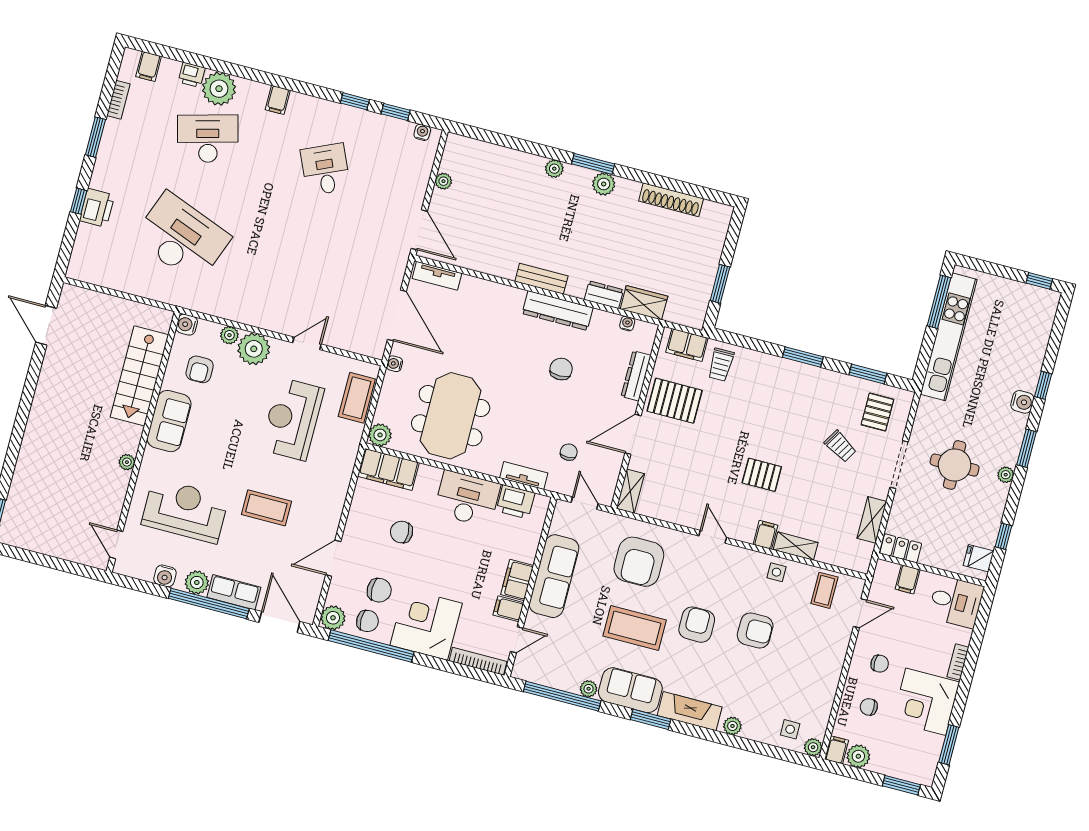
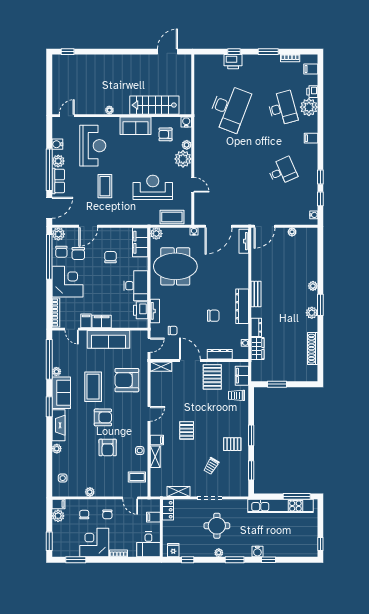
pallet: (877, 412) -> (232, 444), moved
door: (333, 558) -> (88, 226), swing flipped
plant: (813, 747) -> (90, 492), moved

